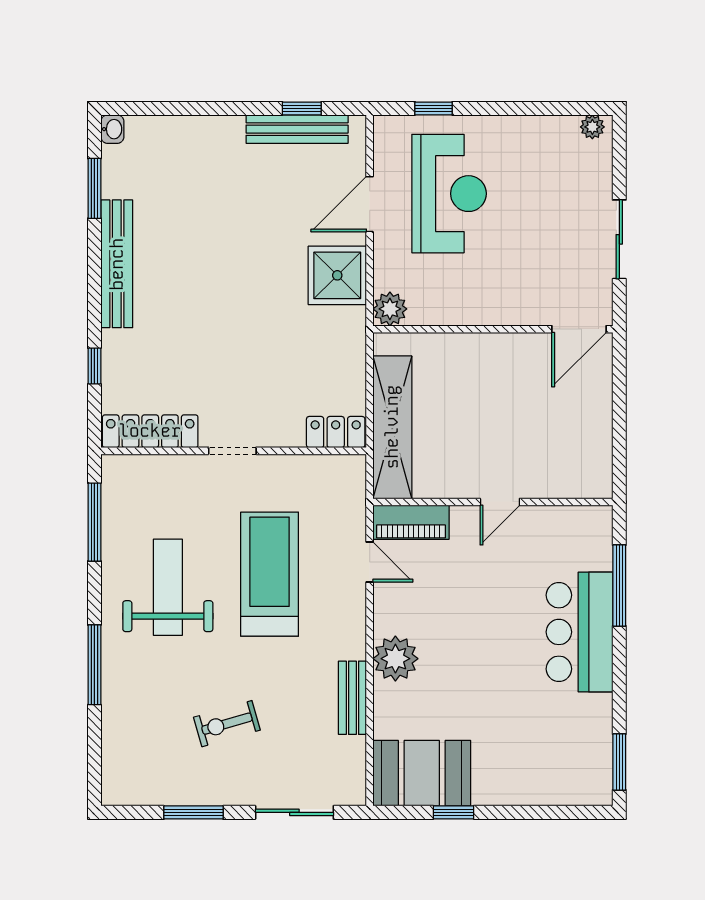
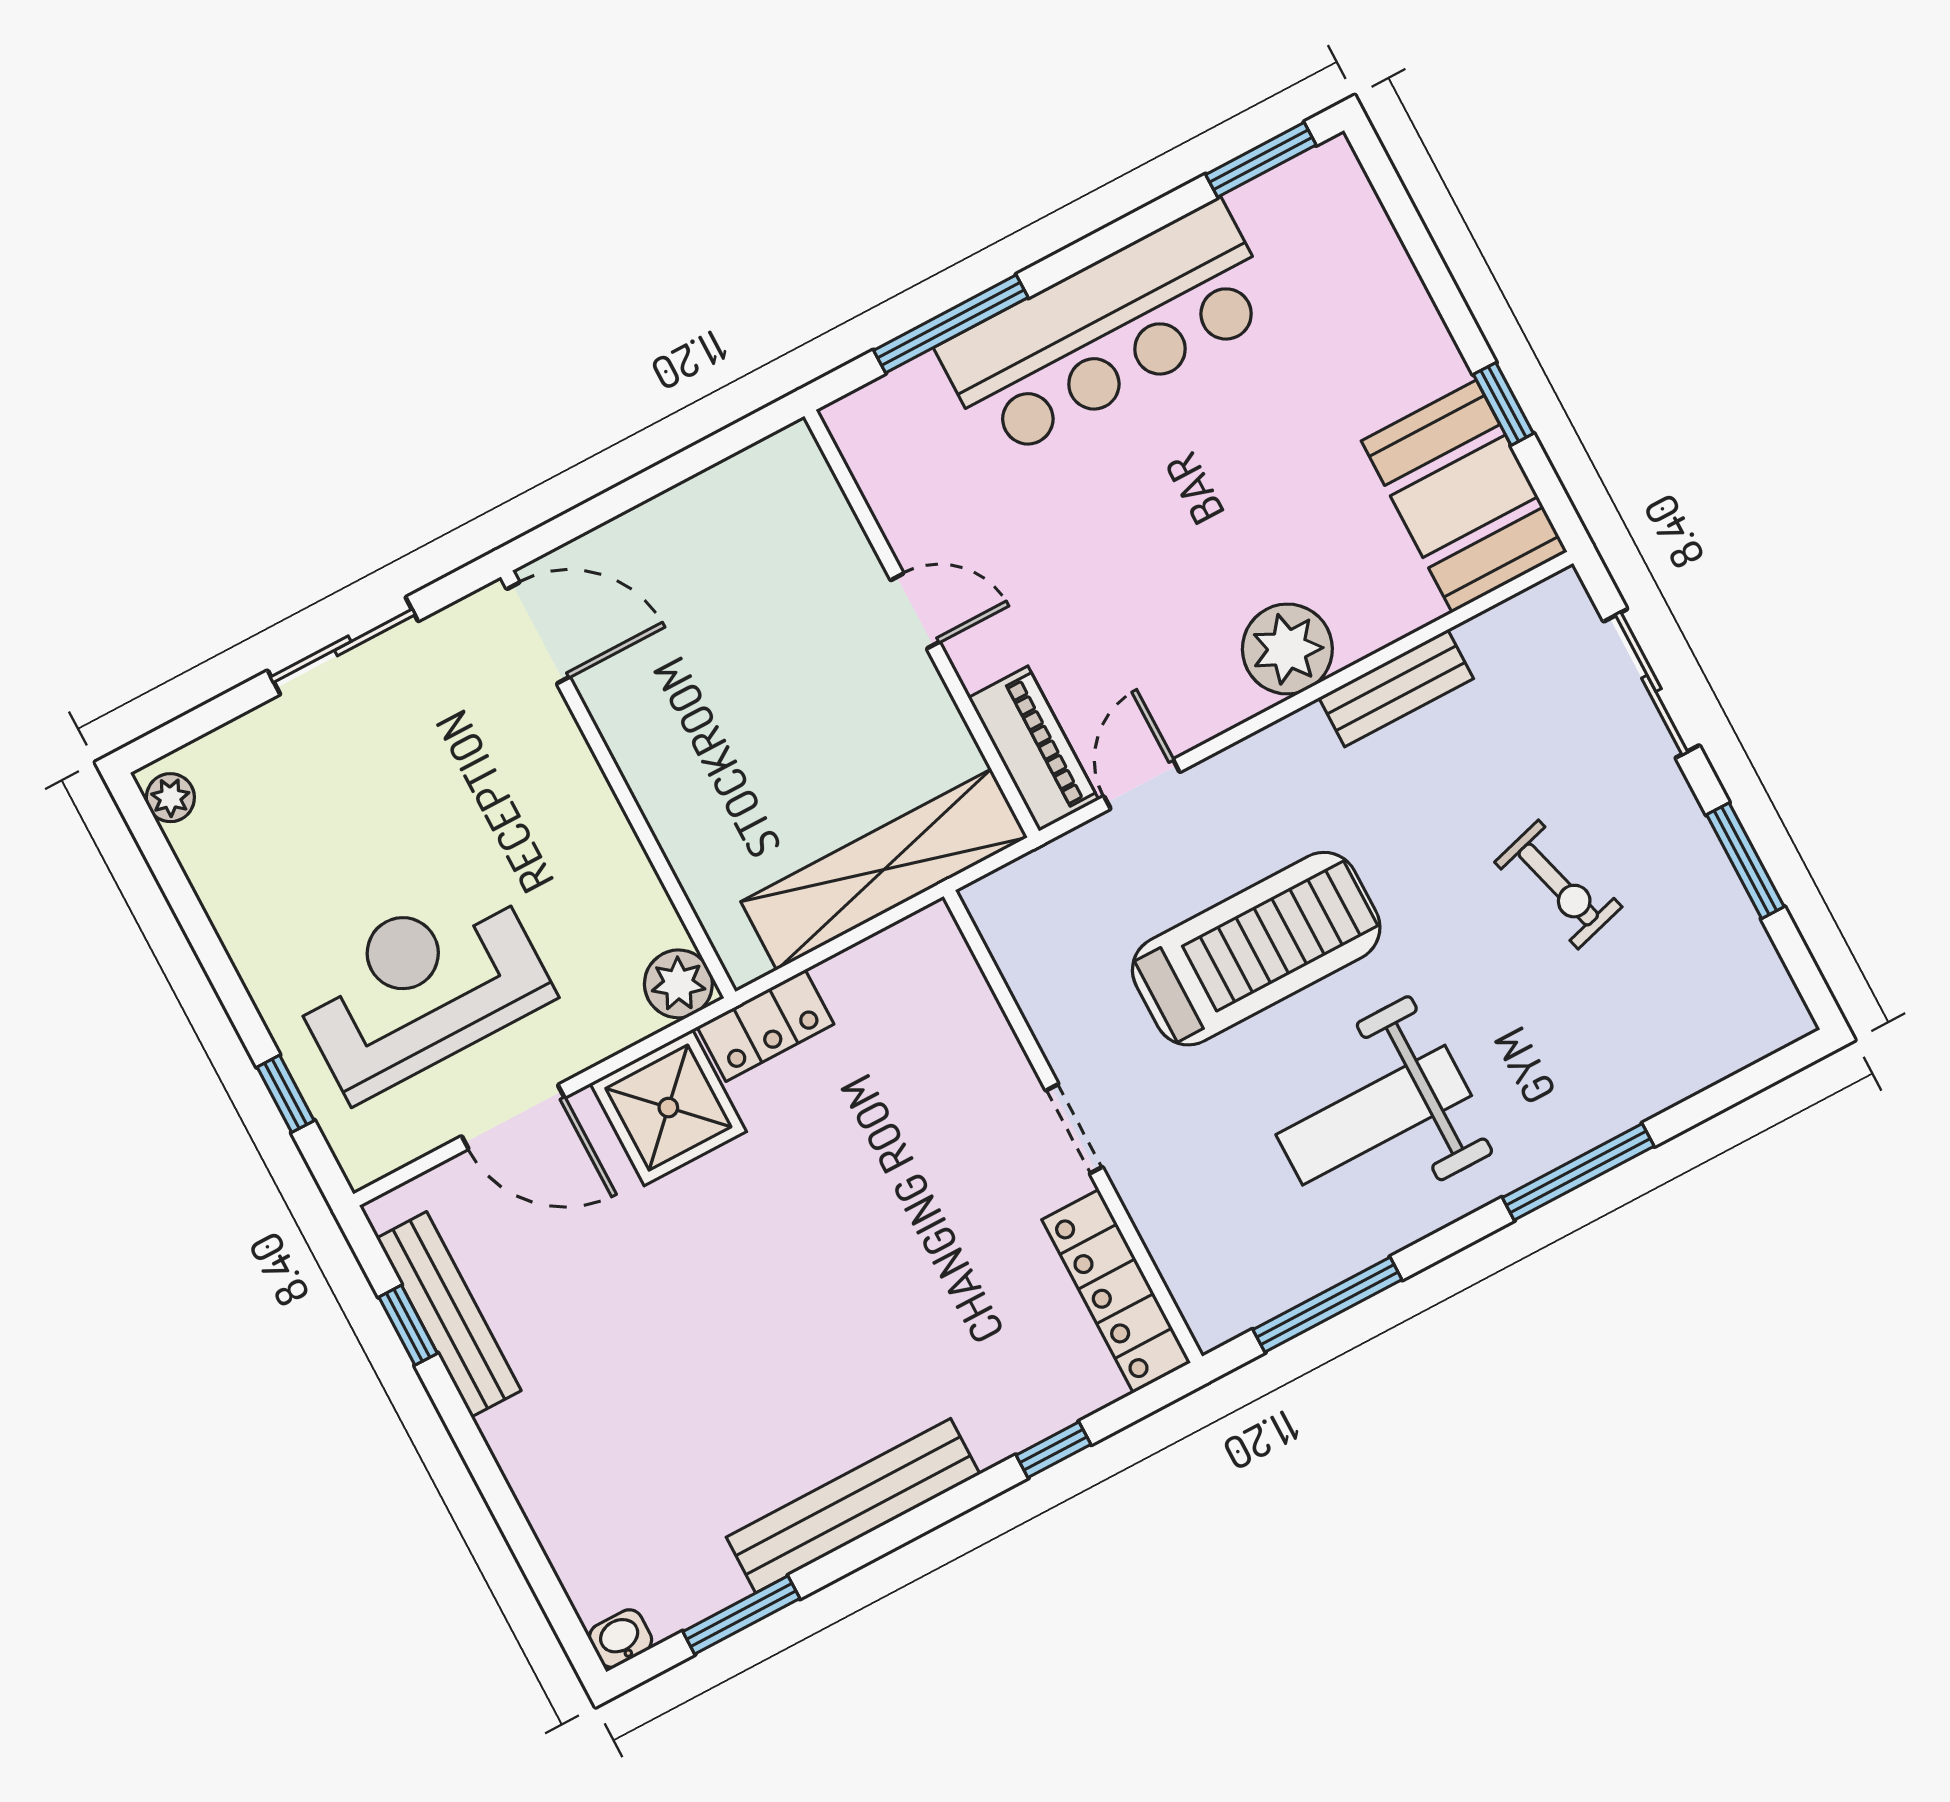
locker: (336, 432) -> (766, 1026), moved, turned -90
treadmill: (270, 574) -> (1256, 949), turned 180
bar counter: (580, 632) -> (1108, 330), width x1.36

